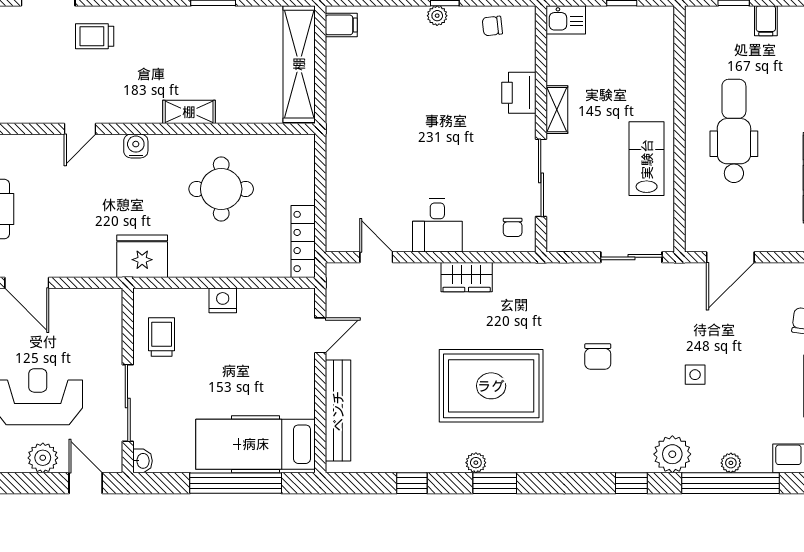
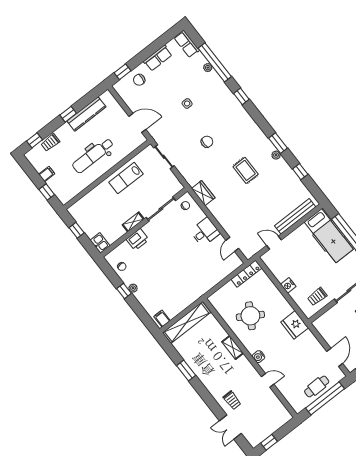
round table: (221, 189) -> (250, 316), turned 31
wardrobe: (467, 277) -> (203, 193), moved
rug: (491, 386) -> (246, 170), width x0.54, depth x0.49
plant: (672, 454) -> (220, 90), removed

